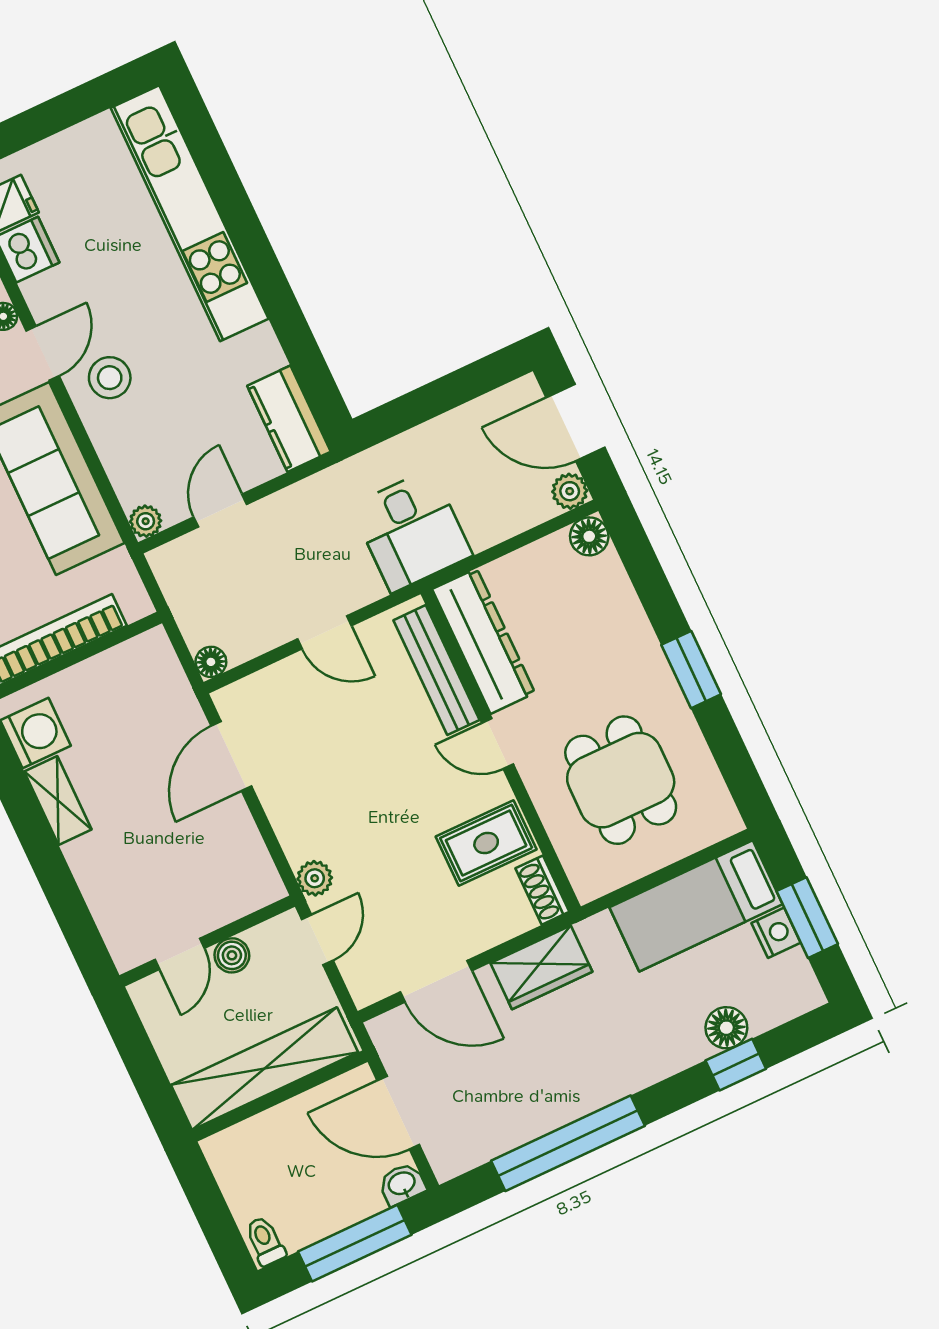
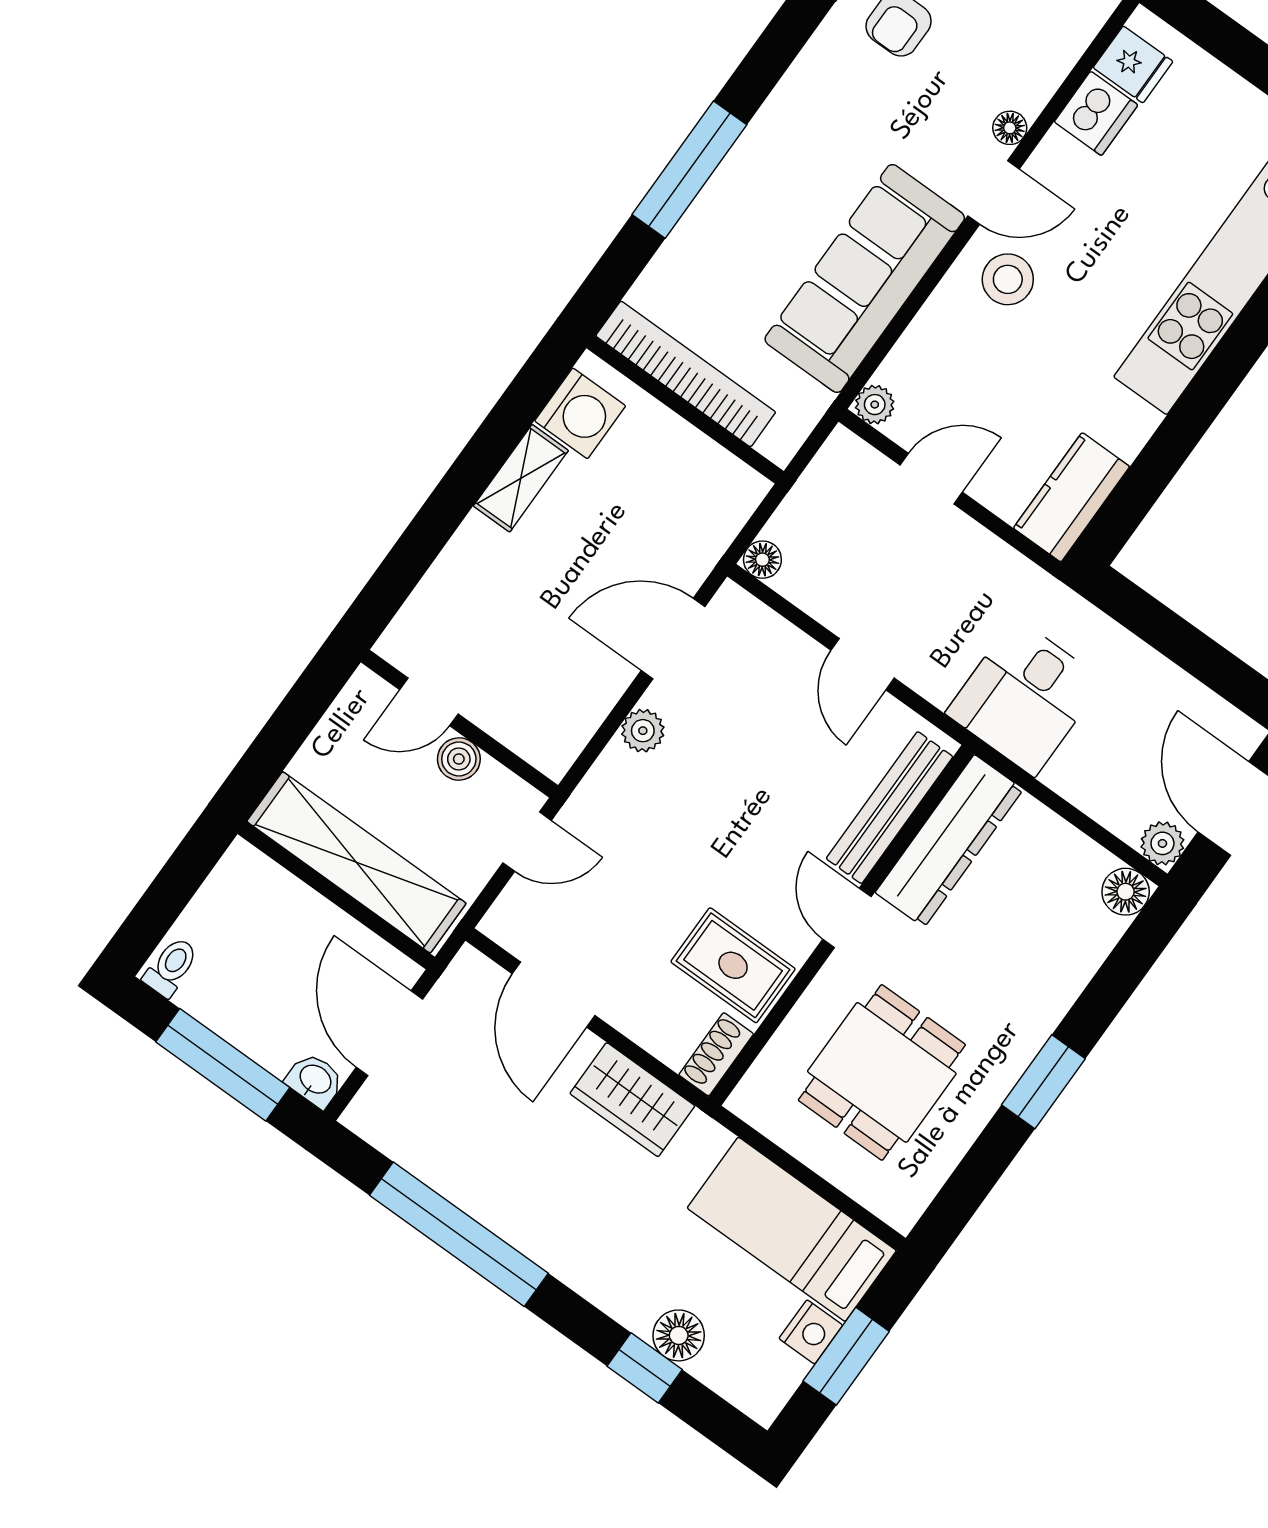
plant: (315, 878) -> (643, 731), moved

